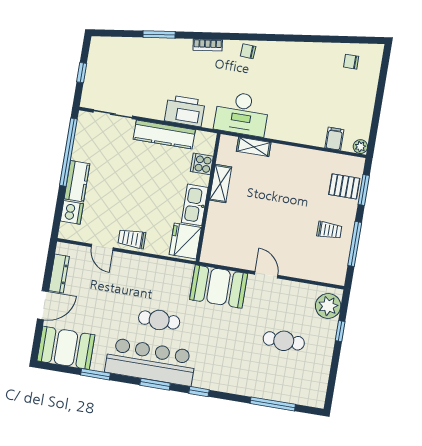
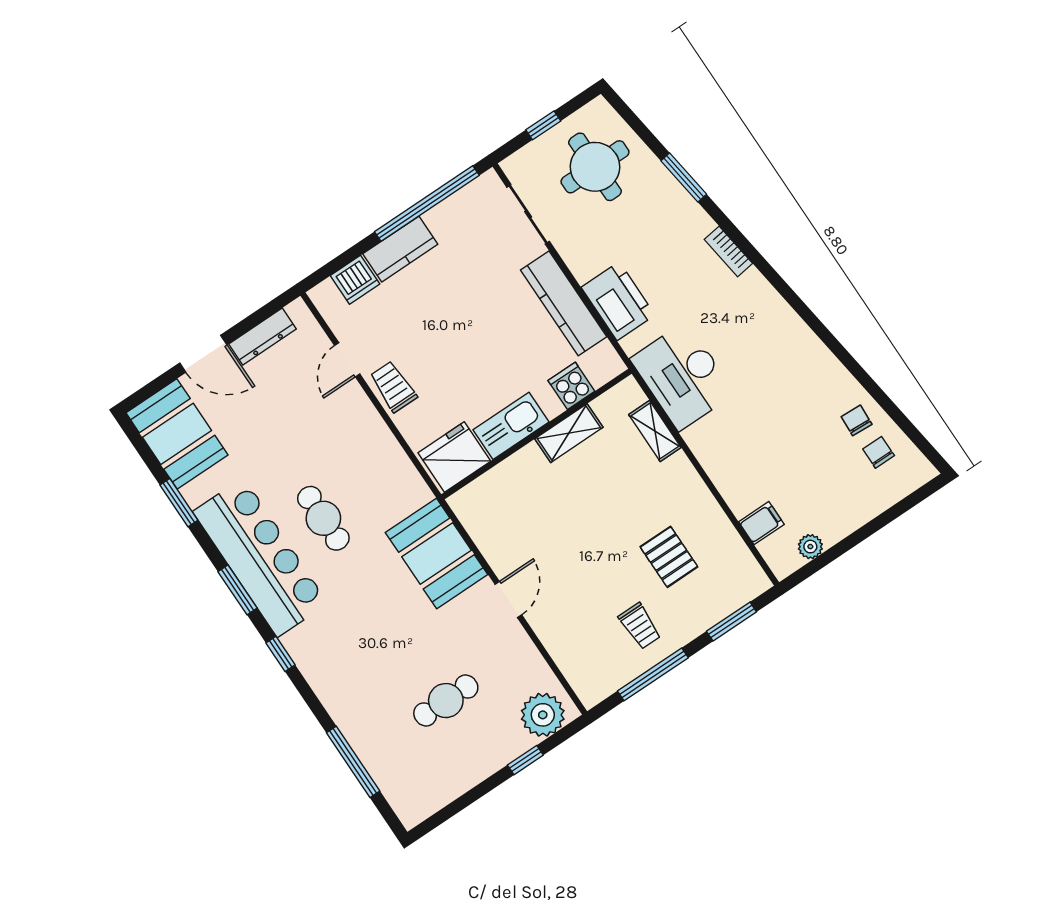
chair: (248, 51) -> (857, 420), moved
round table: (120, 67) -> (595, 167), added
plant: (360, 147) -> (810, 547), moved
pallet: (344, 186) -> (669, 557), moved
cafe table: (284, 341) -> (446, 701), turned 90

